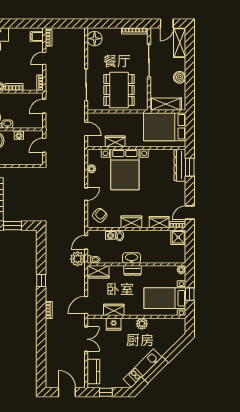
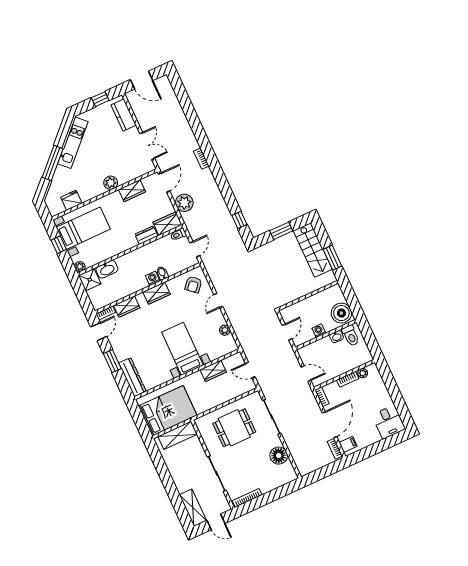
door: (167, 24) -> (216, 522), swing flipped
floor lamp: (95, 39) -> (279, 456), moved
door: (44, 58) -> (329, 425), width x1.87
boiler: (180, 77) -> (176, 471), removed
dining table: (119, 90) -> (234, 428), width x0.73
door: (44, 106) -> (306, 374), hinge flipped
window: (190, 167) -> (112, 361), moved
bed with nightstands: (125, 170) -> (182, 349), width x0.73
washing machine: (110, 235) -> (153, 278), moved
shower: (178, 237) -> (90, 280), moved
washbasin: (131, 258) -> (107, 269), moved
plant: (78, 259) -> (184, 203), moved
dresser: (132, 270) -> (146, 235), moved
window: (41, 280) -> (239, 220), moved
fridge: (114, 324) -> (71, 200), moved
plant: (142, 324) -> (111, 183), moved
double door: (86, 339) -> (147, 146), swing flipped
window: (155, 370) -> (53, 163), moved

